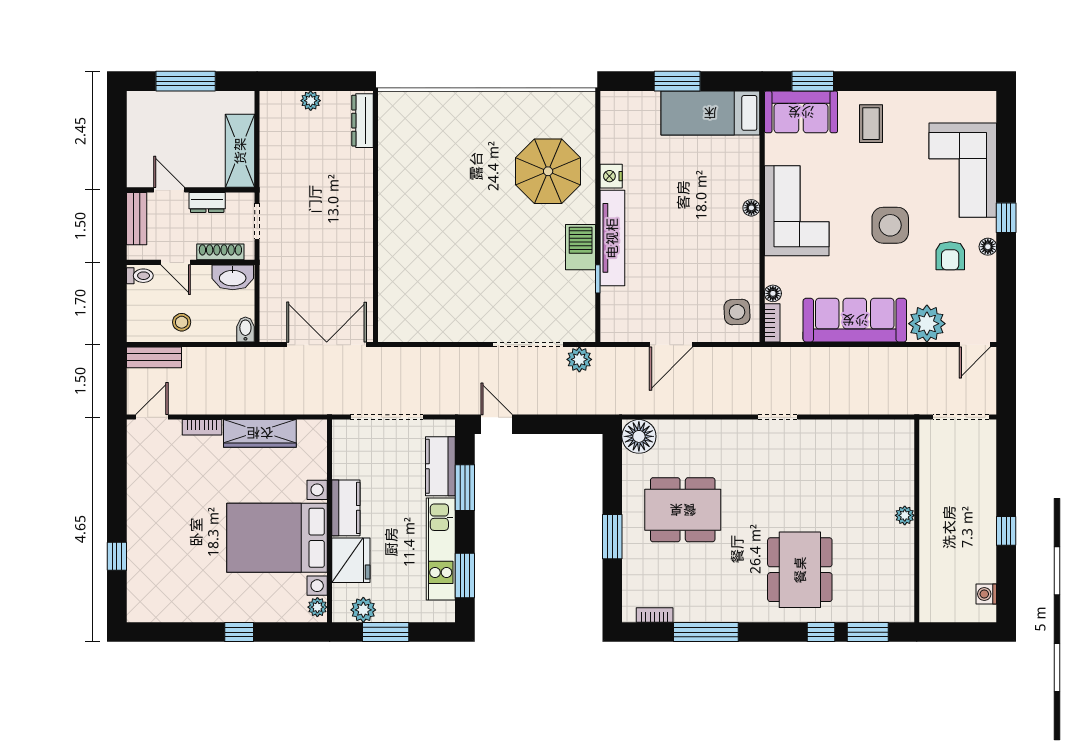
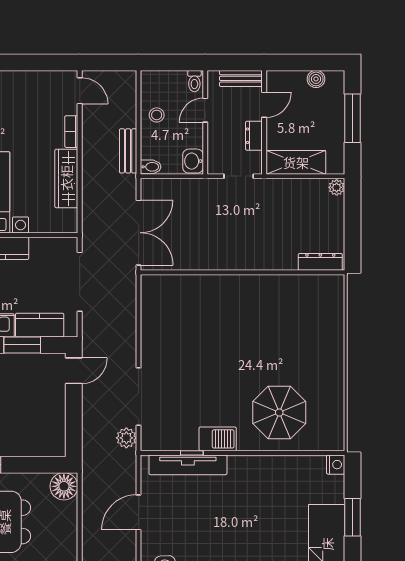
plant: (311, 101) -> (337, 187), moved
boiler: (137, 126) -> (316, 79), added
nightstand: (611, 176) -> (336, 465), moved, turned 90
tv unit: (612, 238) -> (188, 465), moved
shoe rack: (220, 252) -> (214, 146), removed
washbasin: (233, 277) -> (193, 161), width x0.72
door: (671, 345) -> (139, 512), hinge flipped
bench: (154, 357) -> (128, 151), moved

